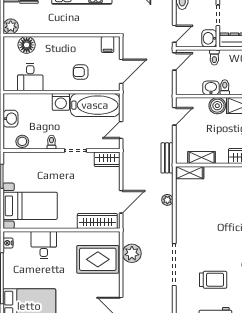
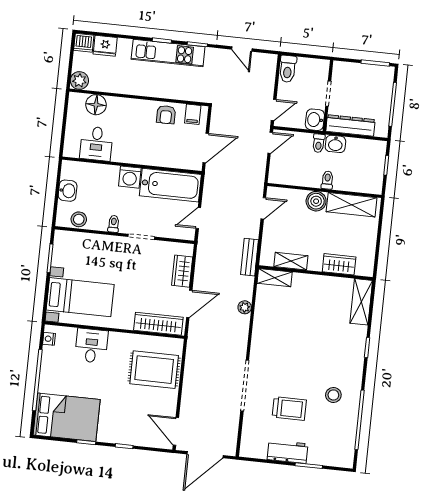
armchair: (81, 72) -> (166, 115), moved, turned -90
washbasin: (211, 88) -> (335, 144), moved, turned 180
wardrobe: (107, 159) -> (182, 271), moved, turned 90
plant: (132, 253) -> (196, 367), removed

